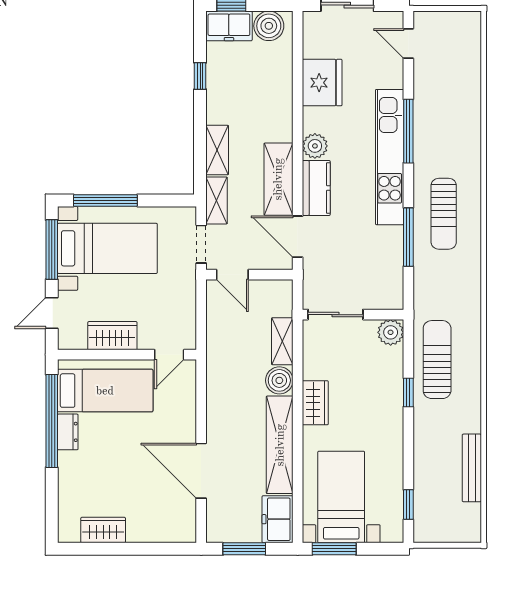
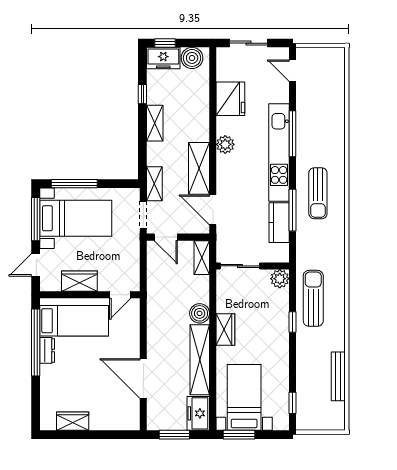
shelving: (217, 150) -> (155, 123), moved
kitchen counter: (316, 188) -> (279, 223), moved, turned 180
shelving: (282, 341) -> (202, 258), moved

